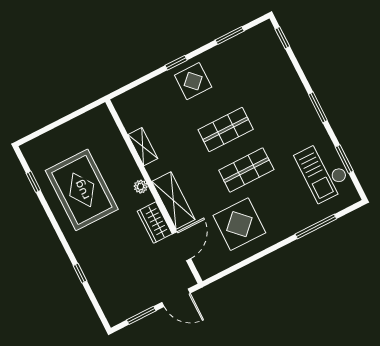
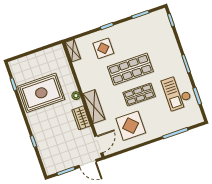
display table: (193, 81) -> (103, 48), moved
shop shelf: (226, 130) -> (130, 69), width x1.43, depth x1.36
shelving: (143, 147) -> (73, 51), moved
checkout: (323, 171) -> (177, 92), moved
rug: (82, 190) -> (41, 93), turned 90
door: (182, 246) -> (99, 145), moved

